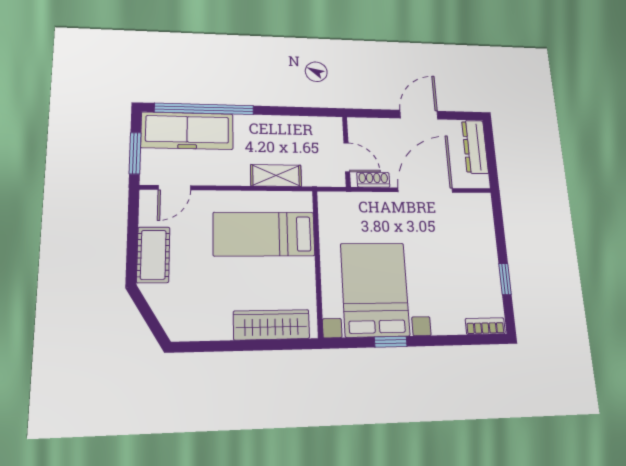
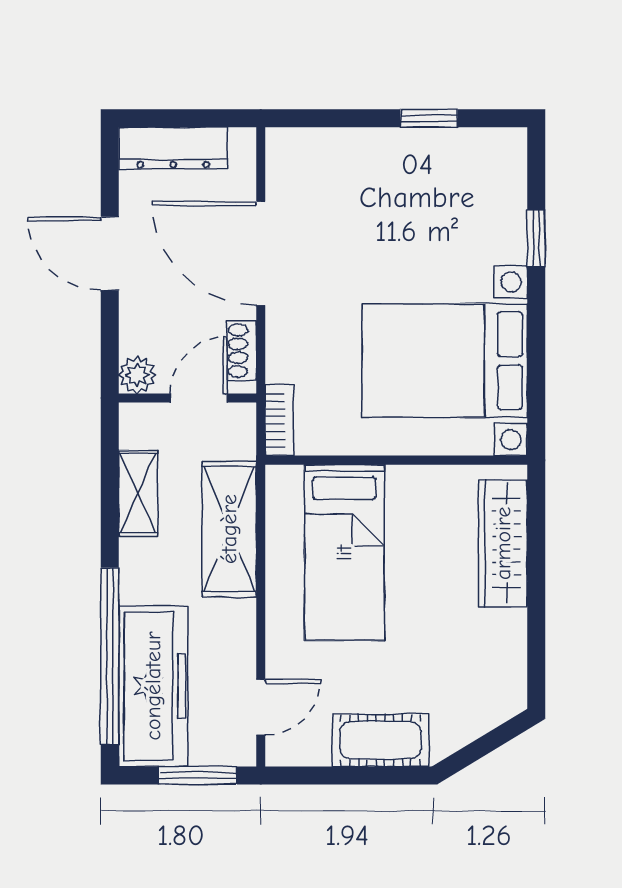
shelving: (294, 125) -> (138, 493), added
plant: (357, 127) -> (137, 375), added
shelving: (276, 176) -> (229, 529), width x1.50, depth x1.33
door: (174, 188) -> (261, 707), hinge flipped
bookcase: (485, 326) -> (279, 420), moved, turned 180
window: (391, 342) -> (536, 238), moved

